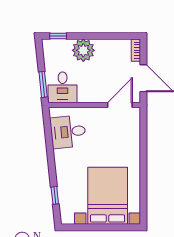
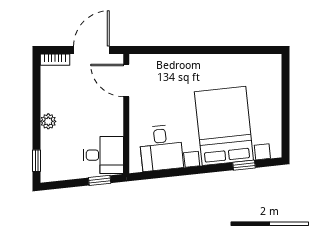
plant: (83, 50) -> (48, 121), width x0.53, depth x0.53
window: (43, 84) -> (100, 180), width x0.67
bed with nightstands: (108, 196) -> (224, 126), moved, turned 84

